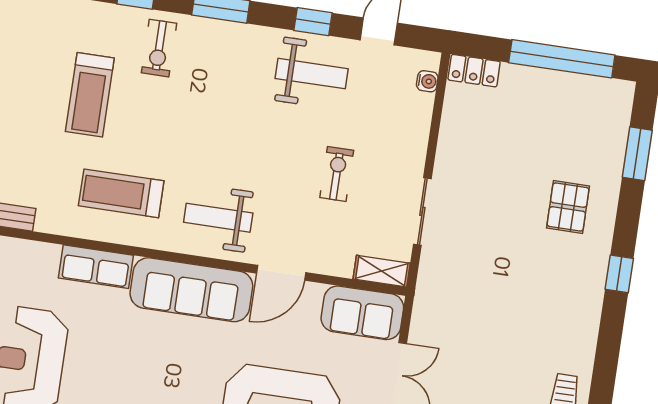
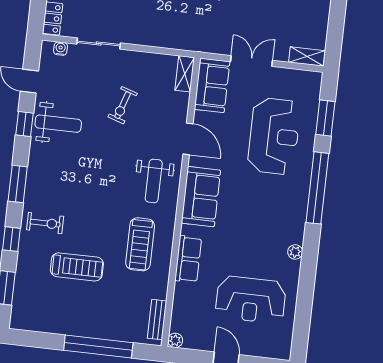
weight bench: (312, 74) -> (58, 124), turned 90
exercise bike: (337, 174) -> (123, 105), turned -72
sliding door: (422, 211) -> (99, 44), moved
sofa: (191, 290) -> (201, 197), width x0.73

